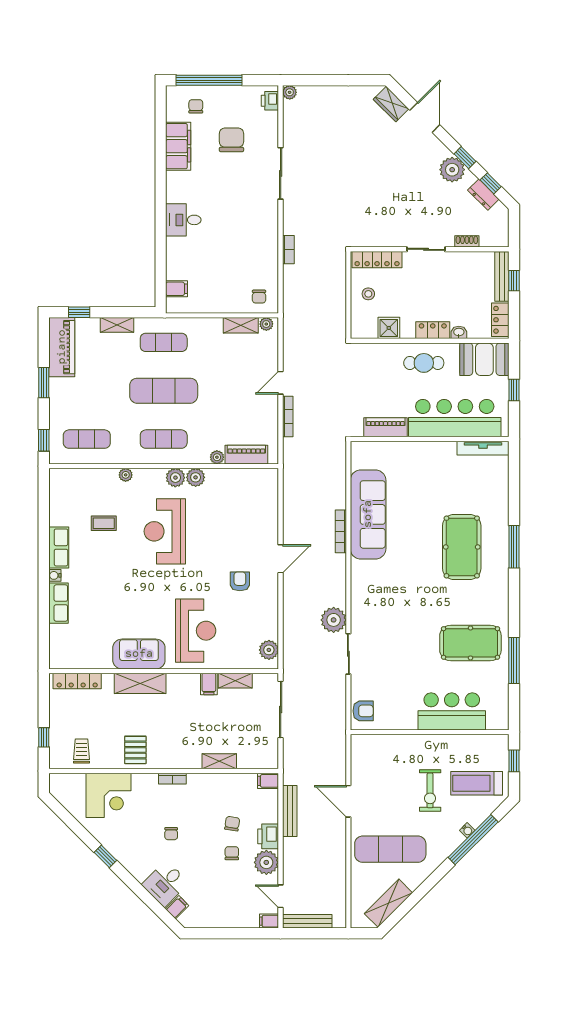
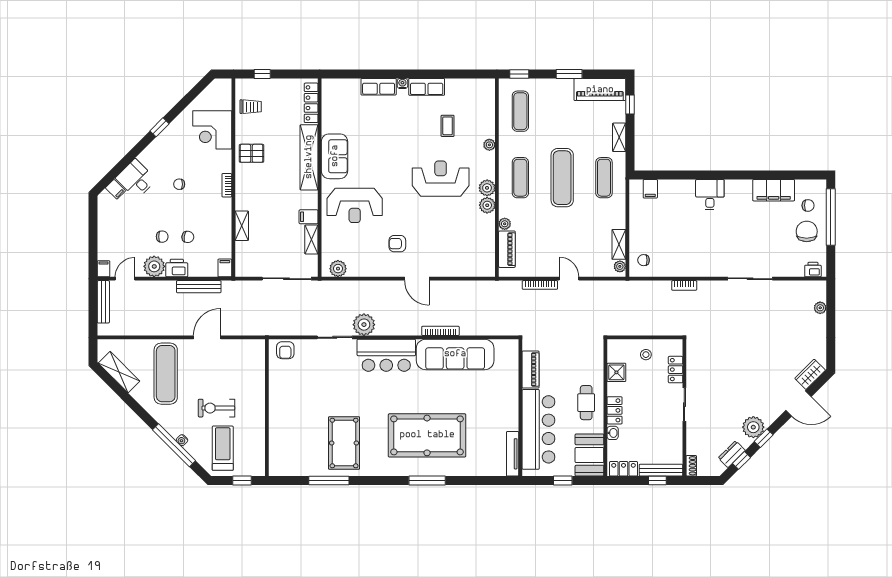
plant: (290, 92) -> (820, 308), moved
chair: (231, 140) -> (807, 231), moved, turned -90
shoe rack: (467, 241) -> (691, 466), moved
locker: (377, 260) -> (676, 370), width x0.66
pool table: (462, 547) -> (427, 435), width x1.36, depth x1.32
armchair: (240, 581) -> (397, 244), turned 180
shelving: (140, 683) -> (309, 157), width x1.47
bar counter: (452, 711) -> (386, 355), moved, turned 90

